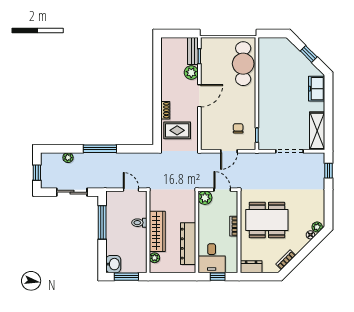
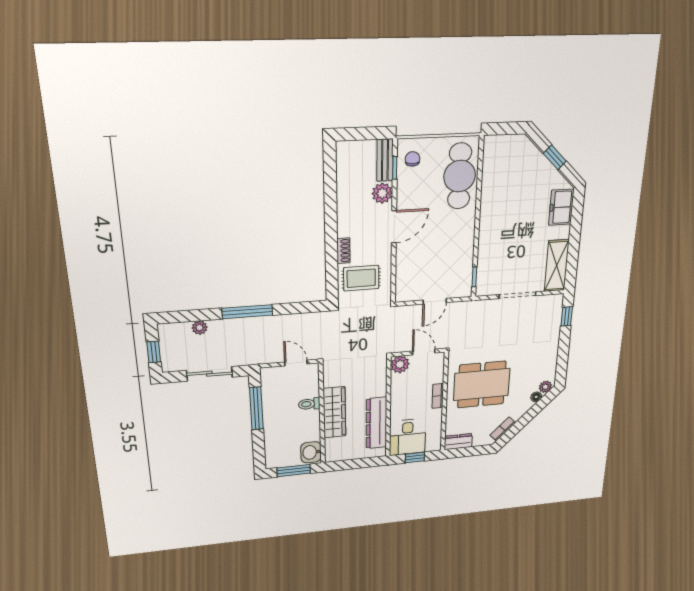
chair: (238, 128) -> (413, 159), moved
plant: (155, 258) -> (331, 444), removed
washbasin: (113, 264) -> (311, 452), moved, turned 180

